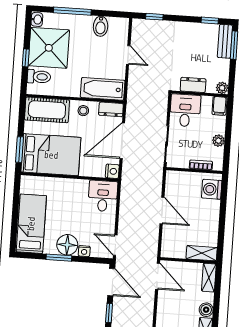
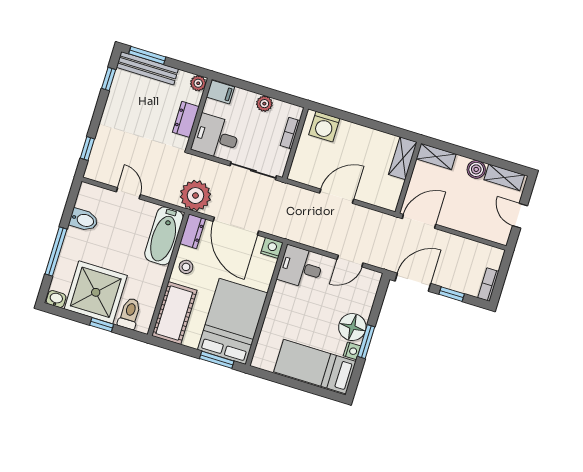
bench: (225, 41) -> (147, 68), width x1.36
door: (128, 55) -> (128, 193), hinge flipped
plant: (138, 105) -> (195, 196), added
door: (115, 245) -> (350, 261), moved
nightstand: (84, 251) -> (352, 351), moved

